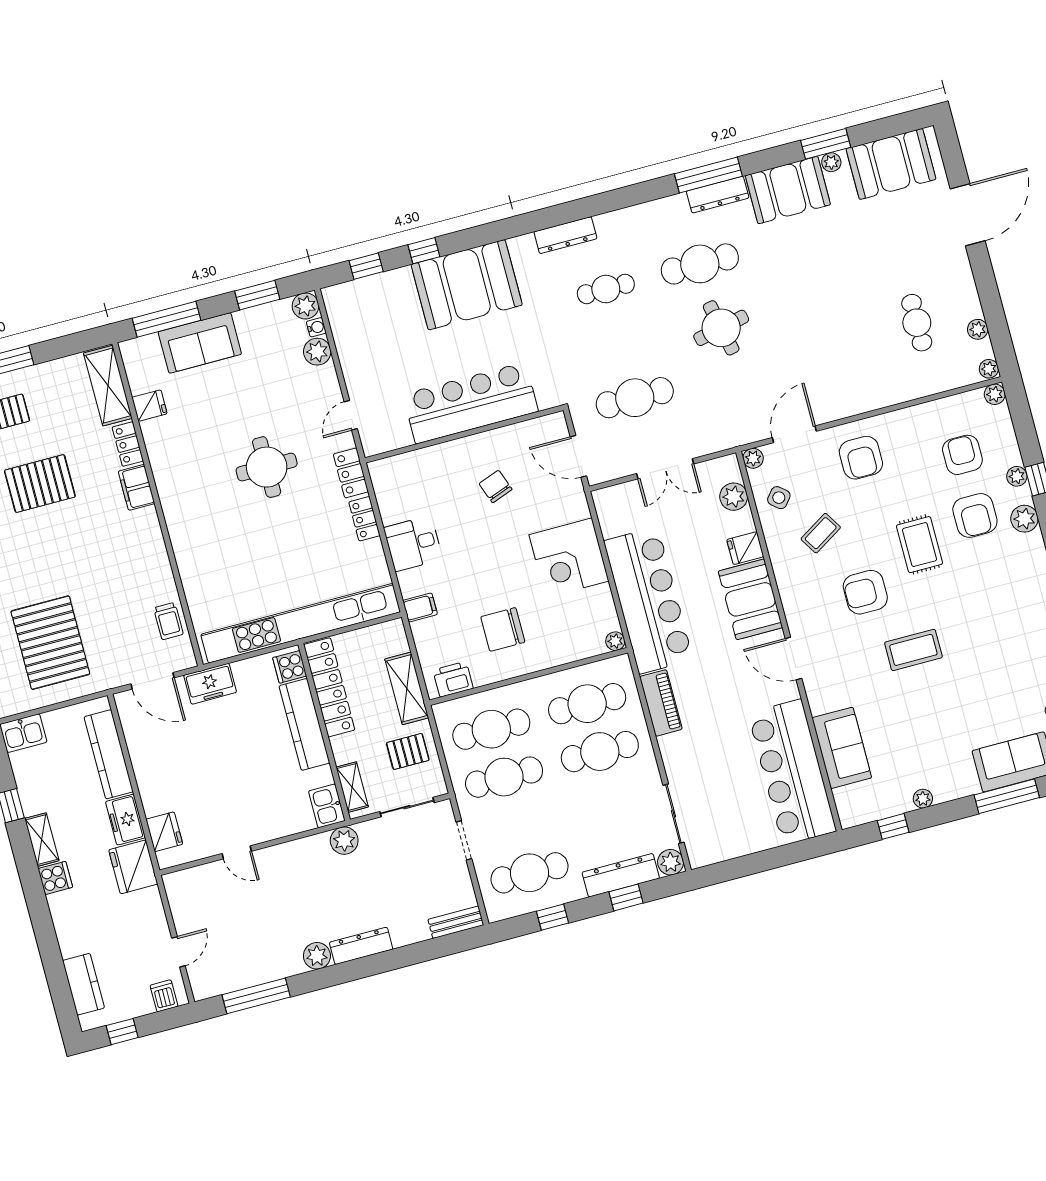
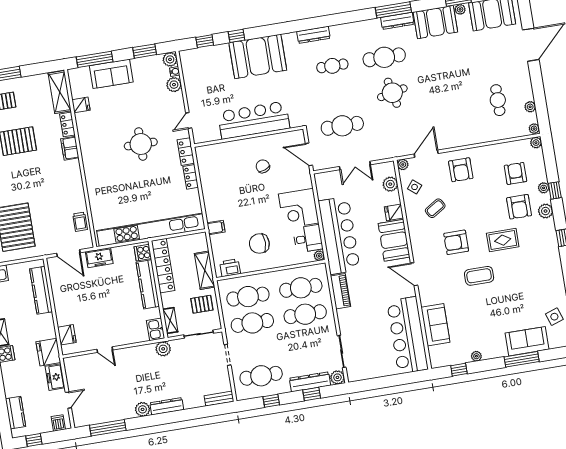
desk: (413, 543) -> (308, 239), moved, turned 180
rug: (920, 545) -> (503, 240), moved, turned 90
freezer: (125, 820) -> (55, 377), moved

